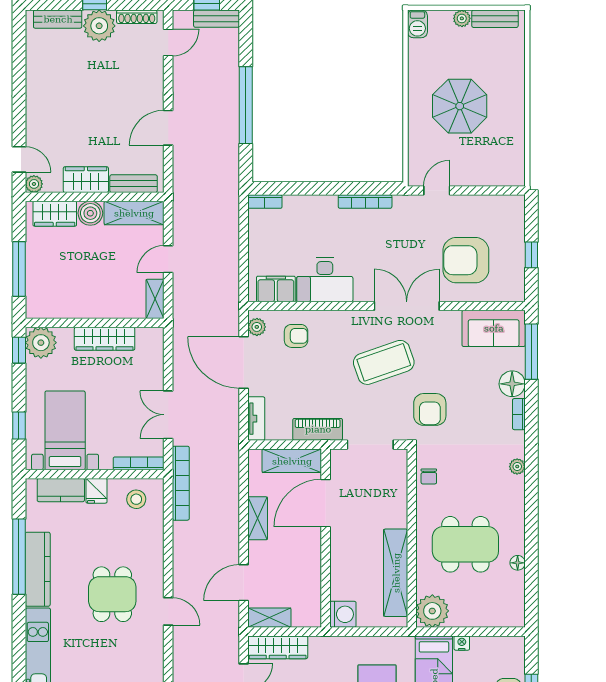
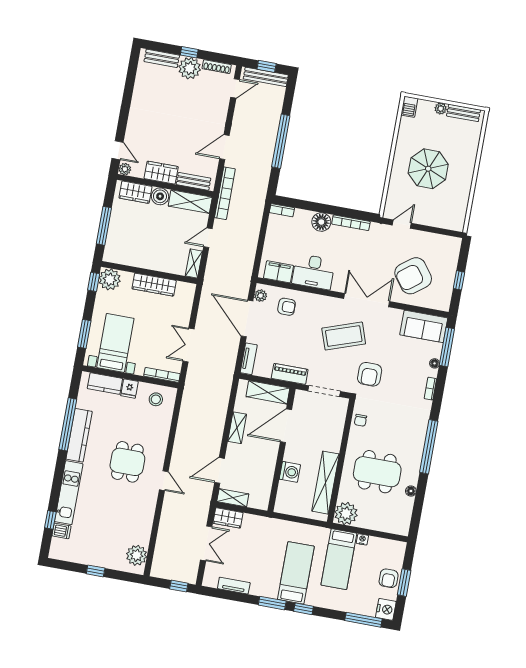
bench: (217, 19) -> (266, 77), width x1.36
floor lamp: (323, 208) -> (321, 222), added
armchair: (466, 260) -> (413, 276), turned -37
floor lamp: (512, 384) -> (435, 363), width x0.53, depth x0.53
window: (19, 425) -> (84, 334), width x1.50
plant: (517, 466) -> (423, 425), removed
bookcase: (181, 483) -> (225, 193), moved
window: (531, 496) -> (429, 447), added
washing machine: (343, 614) -> (290, 472), moved
wardrobe: (278, 647) -> (228, 518), width x0.67

